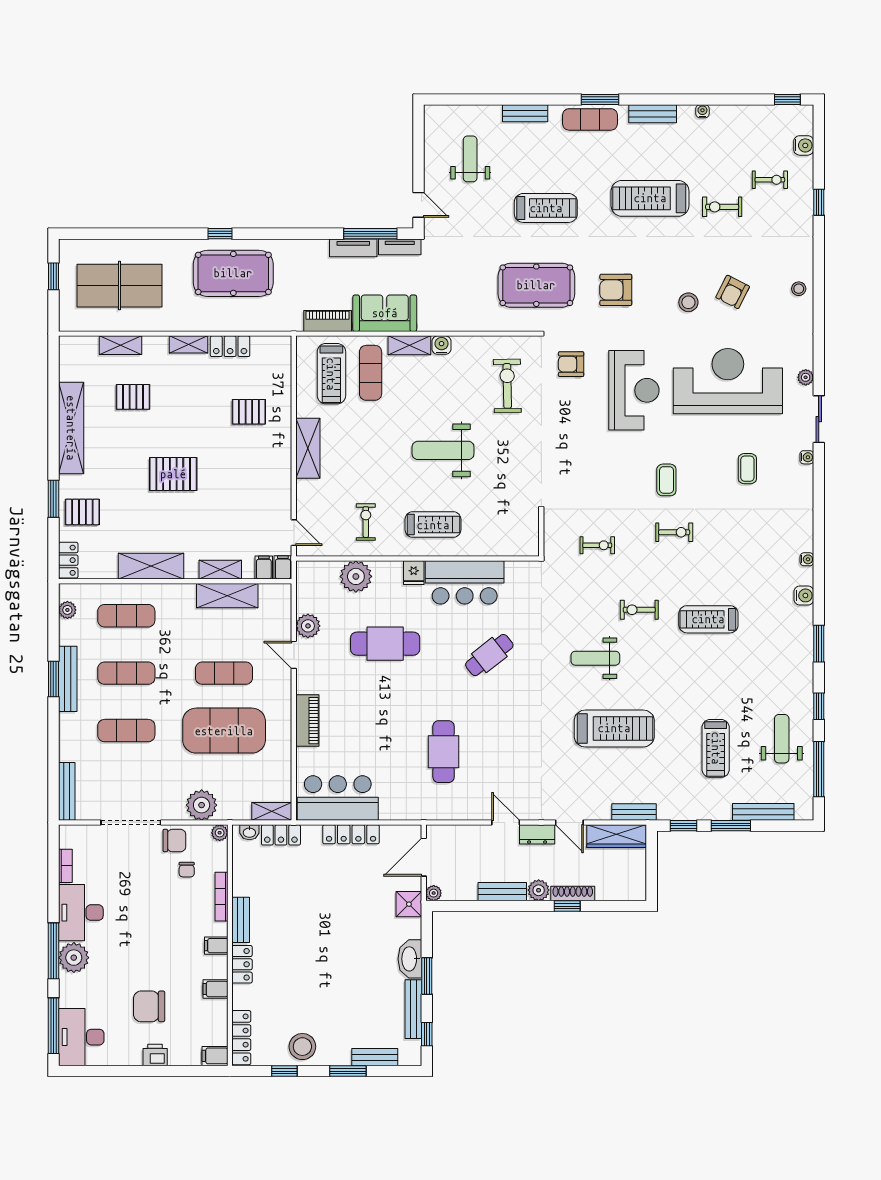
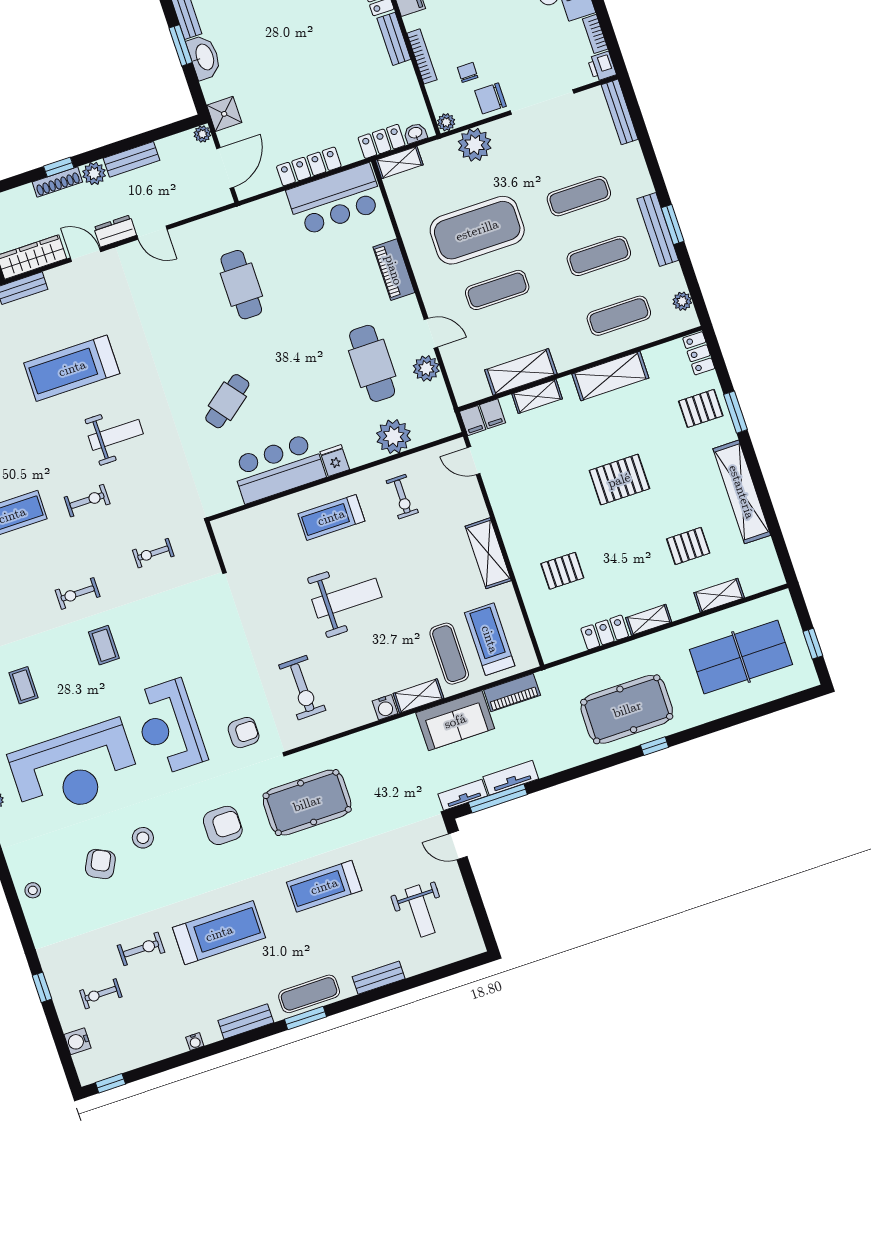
cafe table: (385, 644) -> (372, 363), moved, turned 90
printer: (69, 836) -> (602, 66), added

